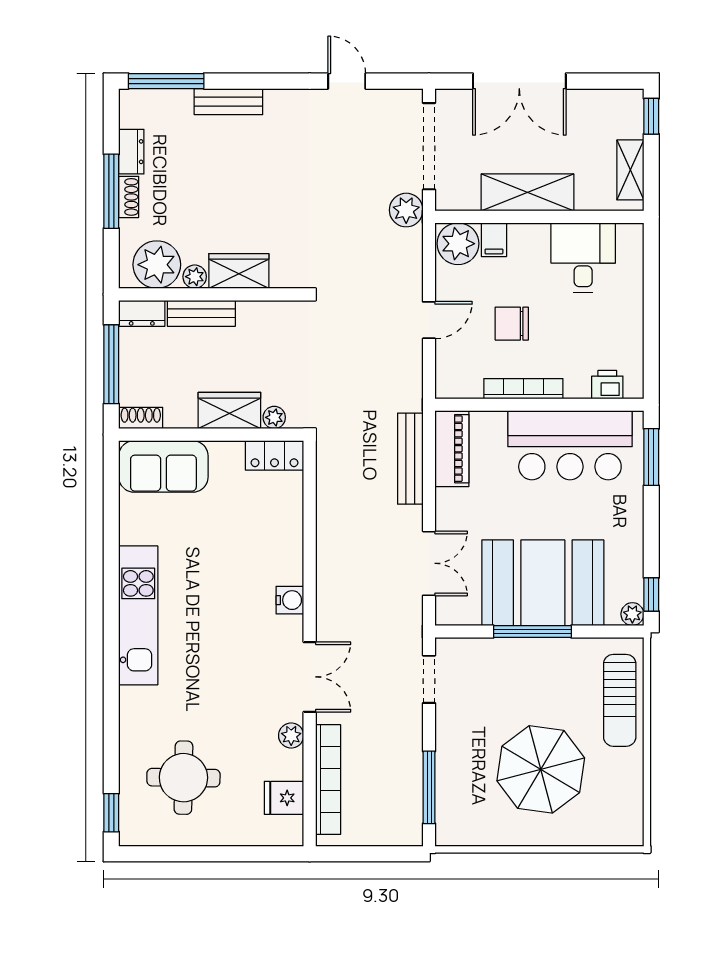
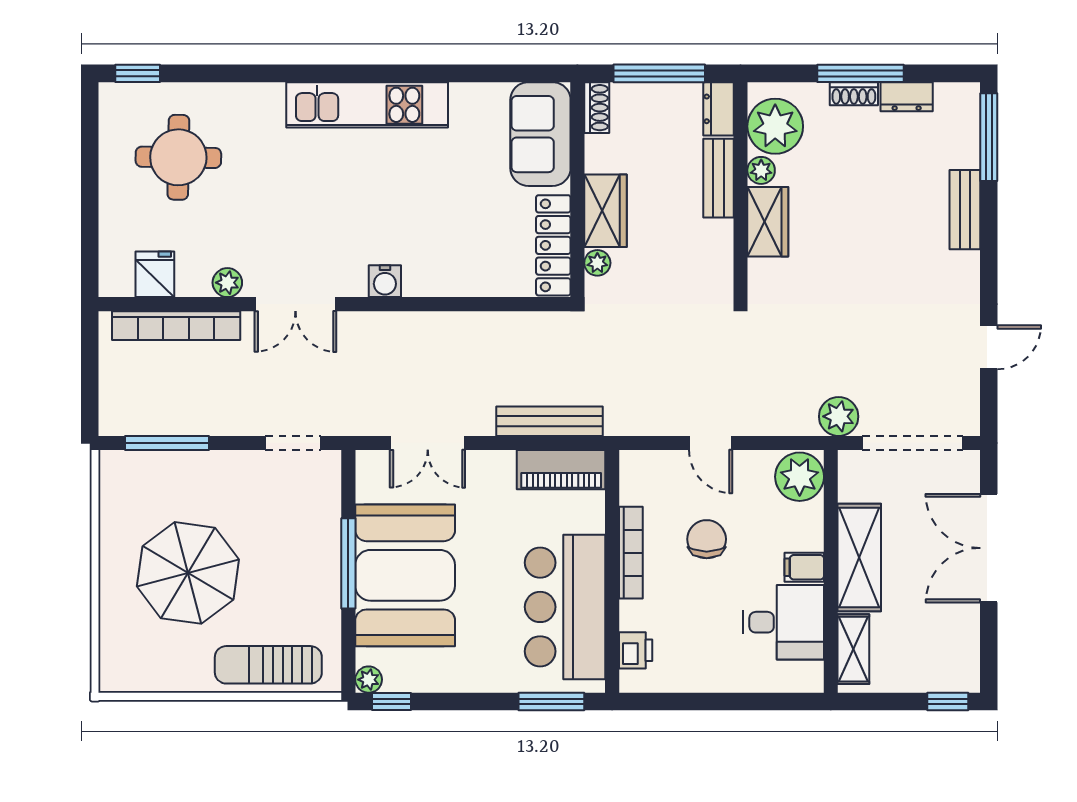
shelving: (630, 170) -> (853, 649), moved, turned 90
filing cabinet: (494, 240) -> (804, 567), moved
locker: (274, 455) -> (553, 245), width x1.53

